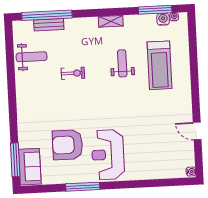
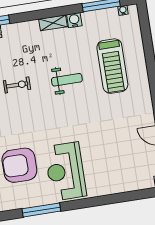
water cooler: (163, 19) -> (74, 20), moved
weight bench: (122, 63) -> (67, 80), moved, turned 90

